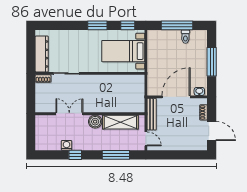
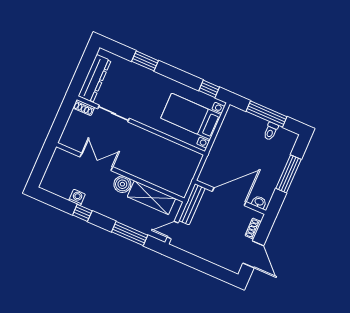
window: (97, 25) -> (145, 61), moved
door: (146, 139) -> (173, 230), swing flipped

